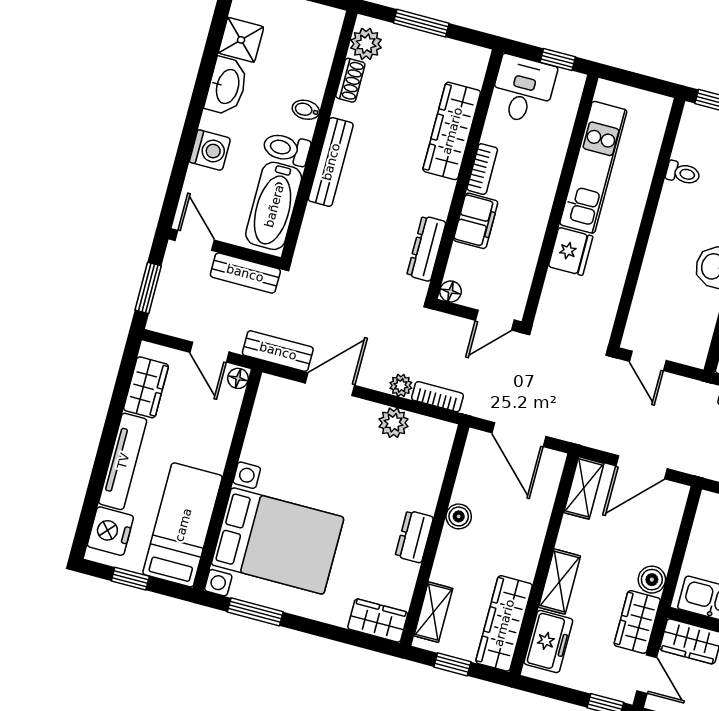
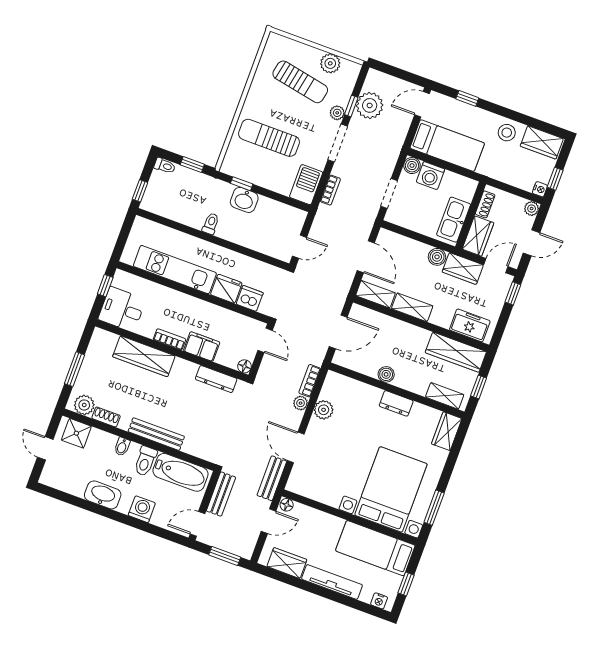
shower: (241, 40) -> (76, 433), moved
toilet: (683, 173) -> (211, 224), moved
dishwasher: (559, 290) -> (250, 298), added
nightstand: (110, 531) -> (379, 601), width x0.53, depth x0.56
shelving: (559, 582) -> (412, 307), moved

